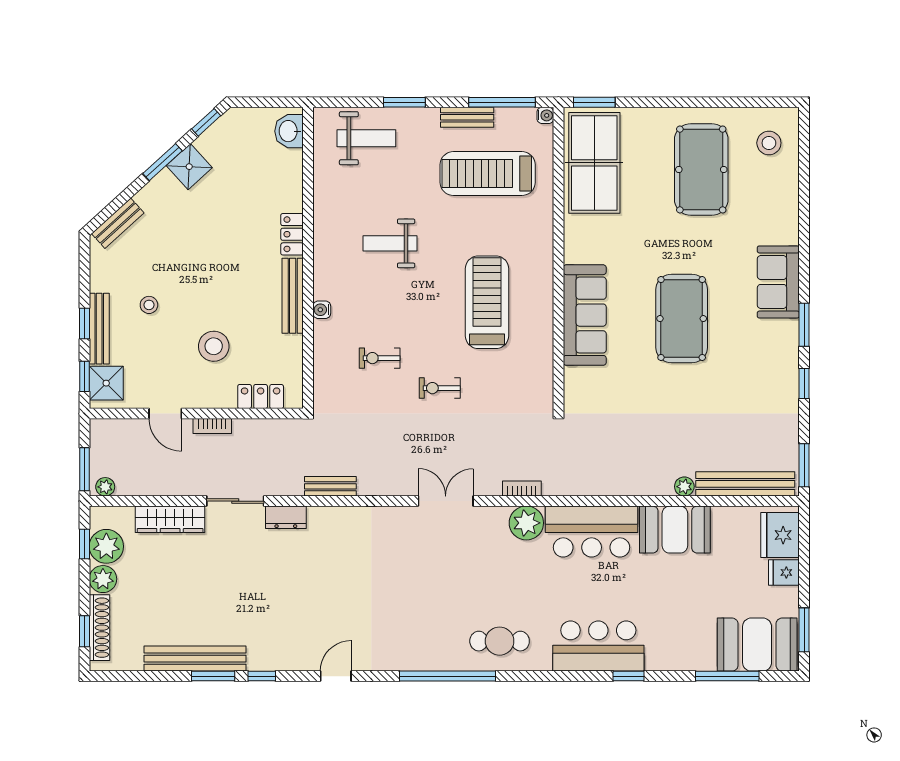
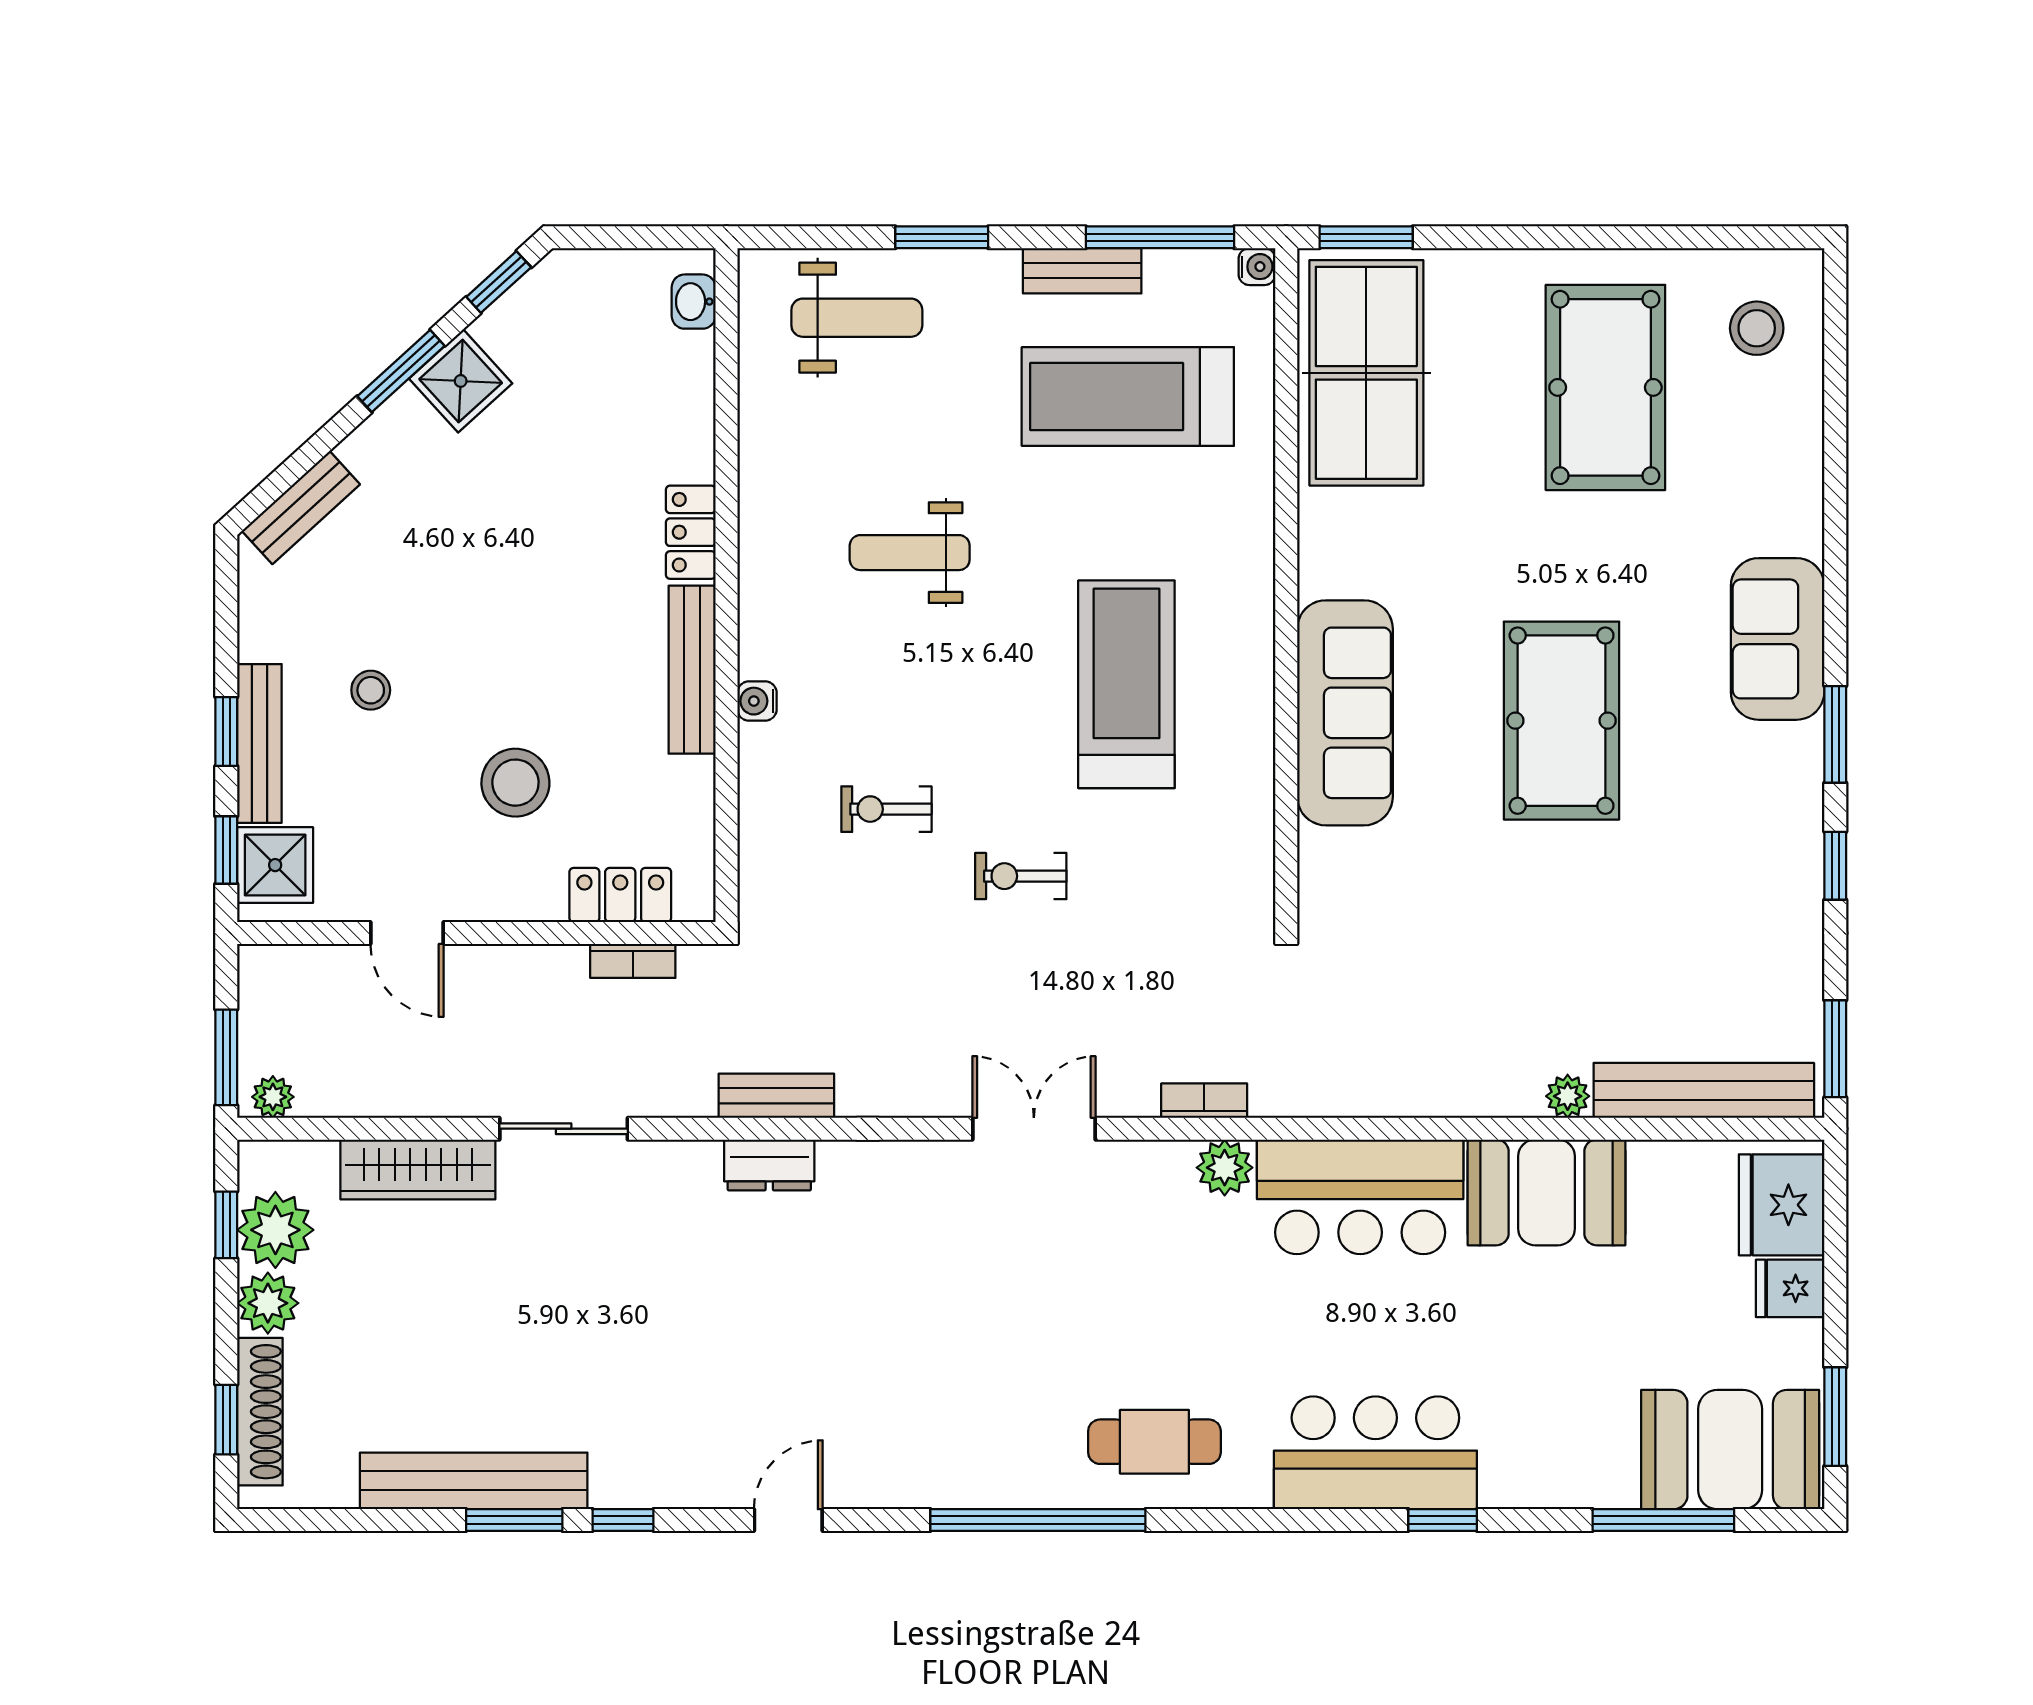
washbasin: (289, 131) -> (694, 302), width x0.72, depth x0.69
bookcase: (212, 426) -> (633, 961), moved
dresser: (286, 517) -> (769, 1165), moved
plant: (526, 523) -> (1225, 1168), width x0.73, depth x0.73

